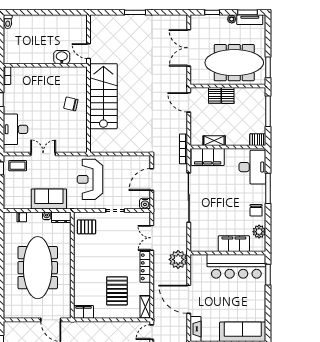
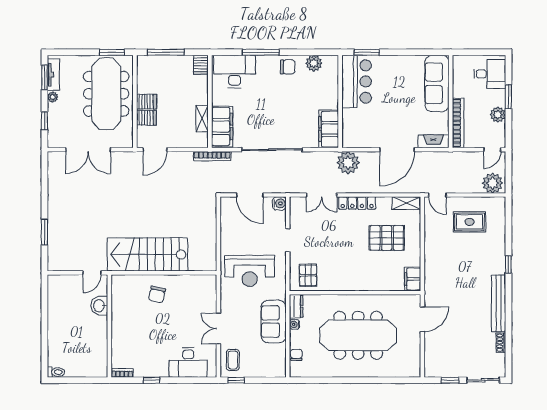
window: (135, 12) -> (44, 232), moved
filing cabinet: (234, 244) -> (329, 129), moved
bar counter: (236, 266) -> (357, 81), width x0.73

